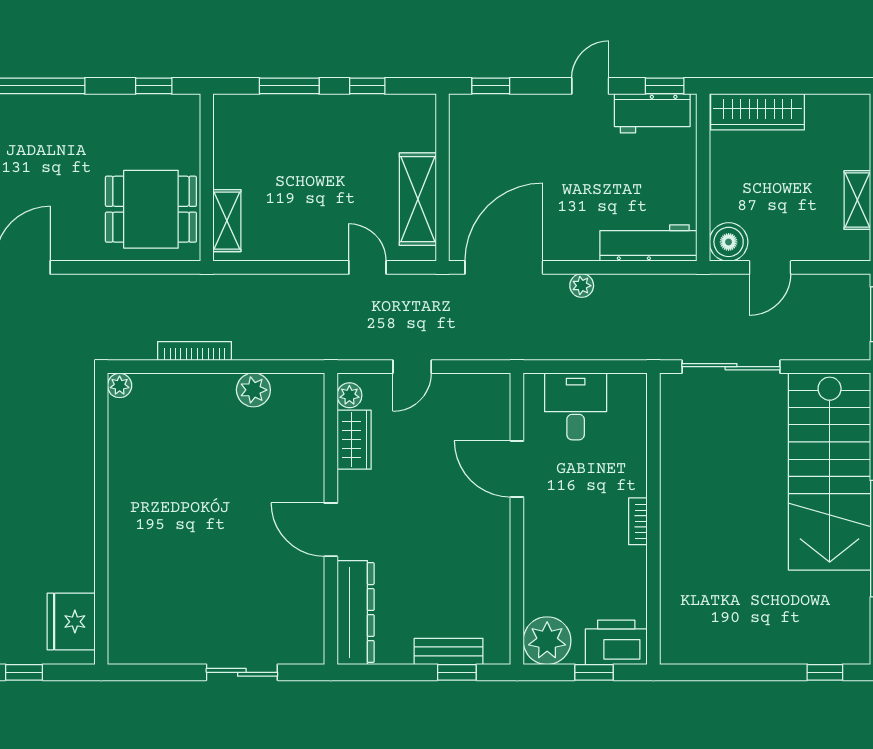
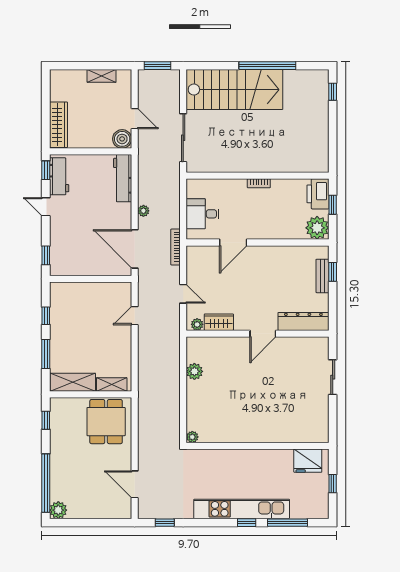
shelving: (418, 199) -> (73, 382), moved
bookcase: (195, 351) -> (175, 247), moved

